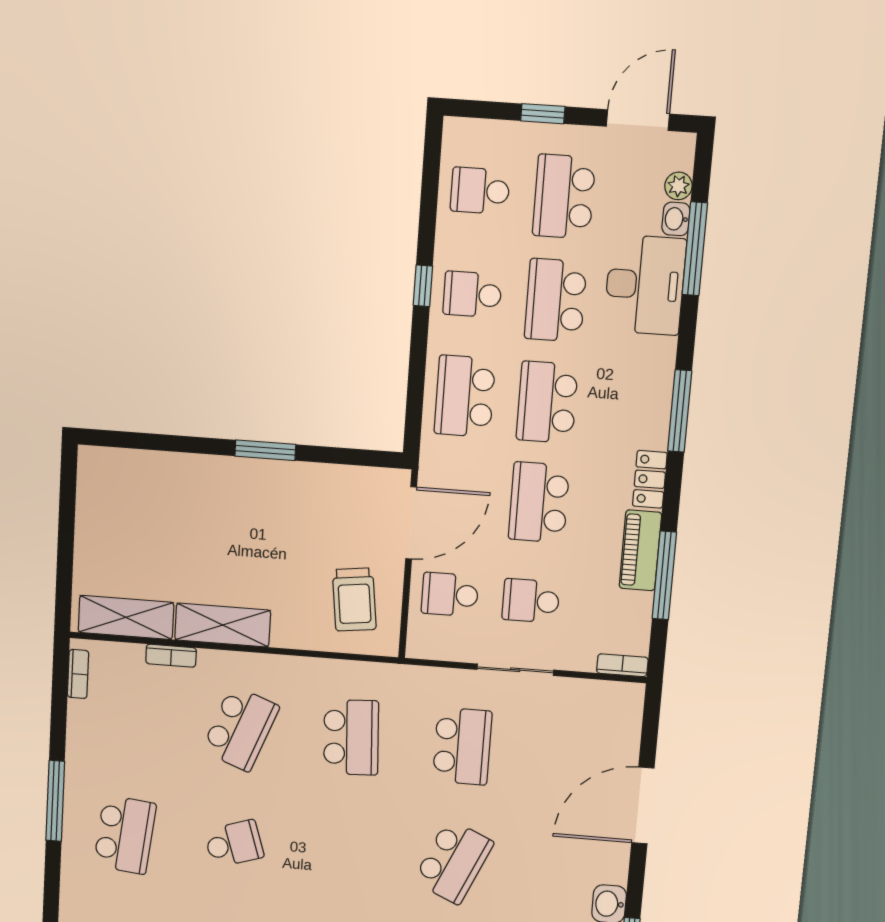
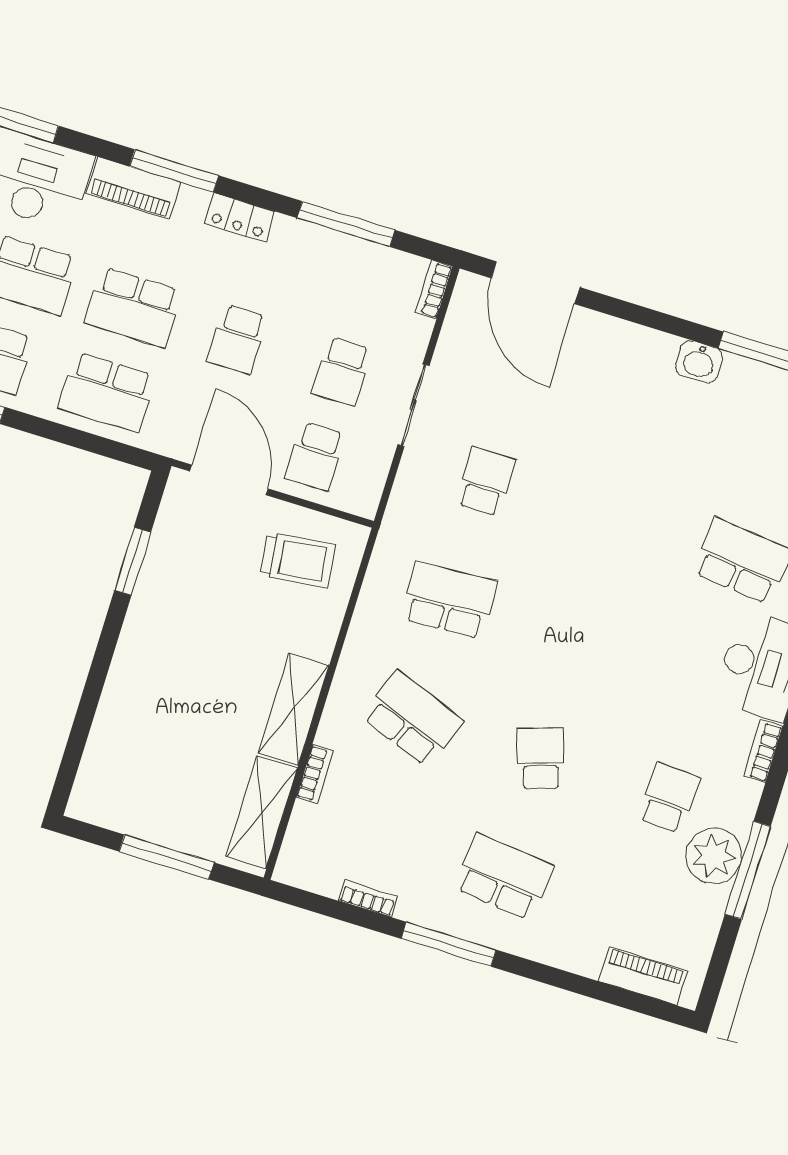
window: (265, 450) -> (133, 561), moved
school desk: (539, 502) -> (237, 339), width x0.54
window: (66, 544) -> (167, 857), added
piano: (640, 550) -> (134, 188), moved
bookcase: (78, 674) -> (368, 898), moved
school desk: (462, 746) -> (486, 482), width x0.54
door: (643, 806) -> (536, 283), moved
school desk: (453, 862) -> (614, 521), removed

